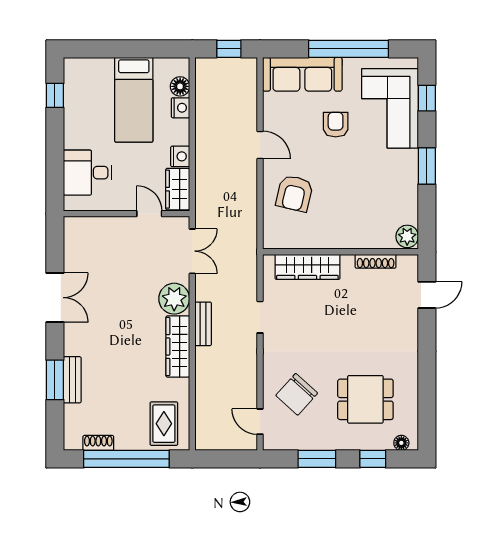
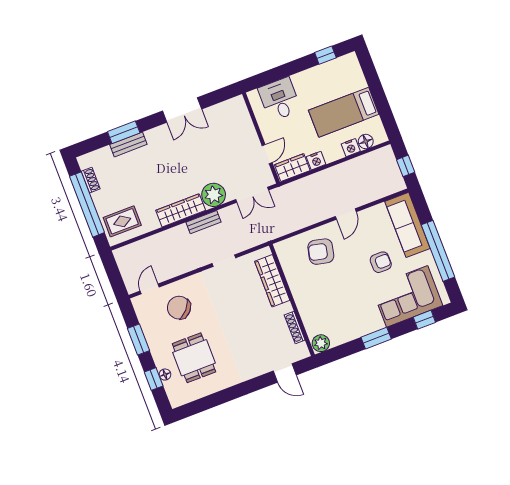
floor lamp: (401, 443) -> (165, 375), moved

